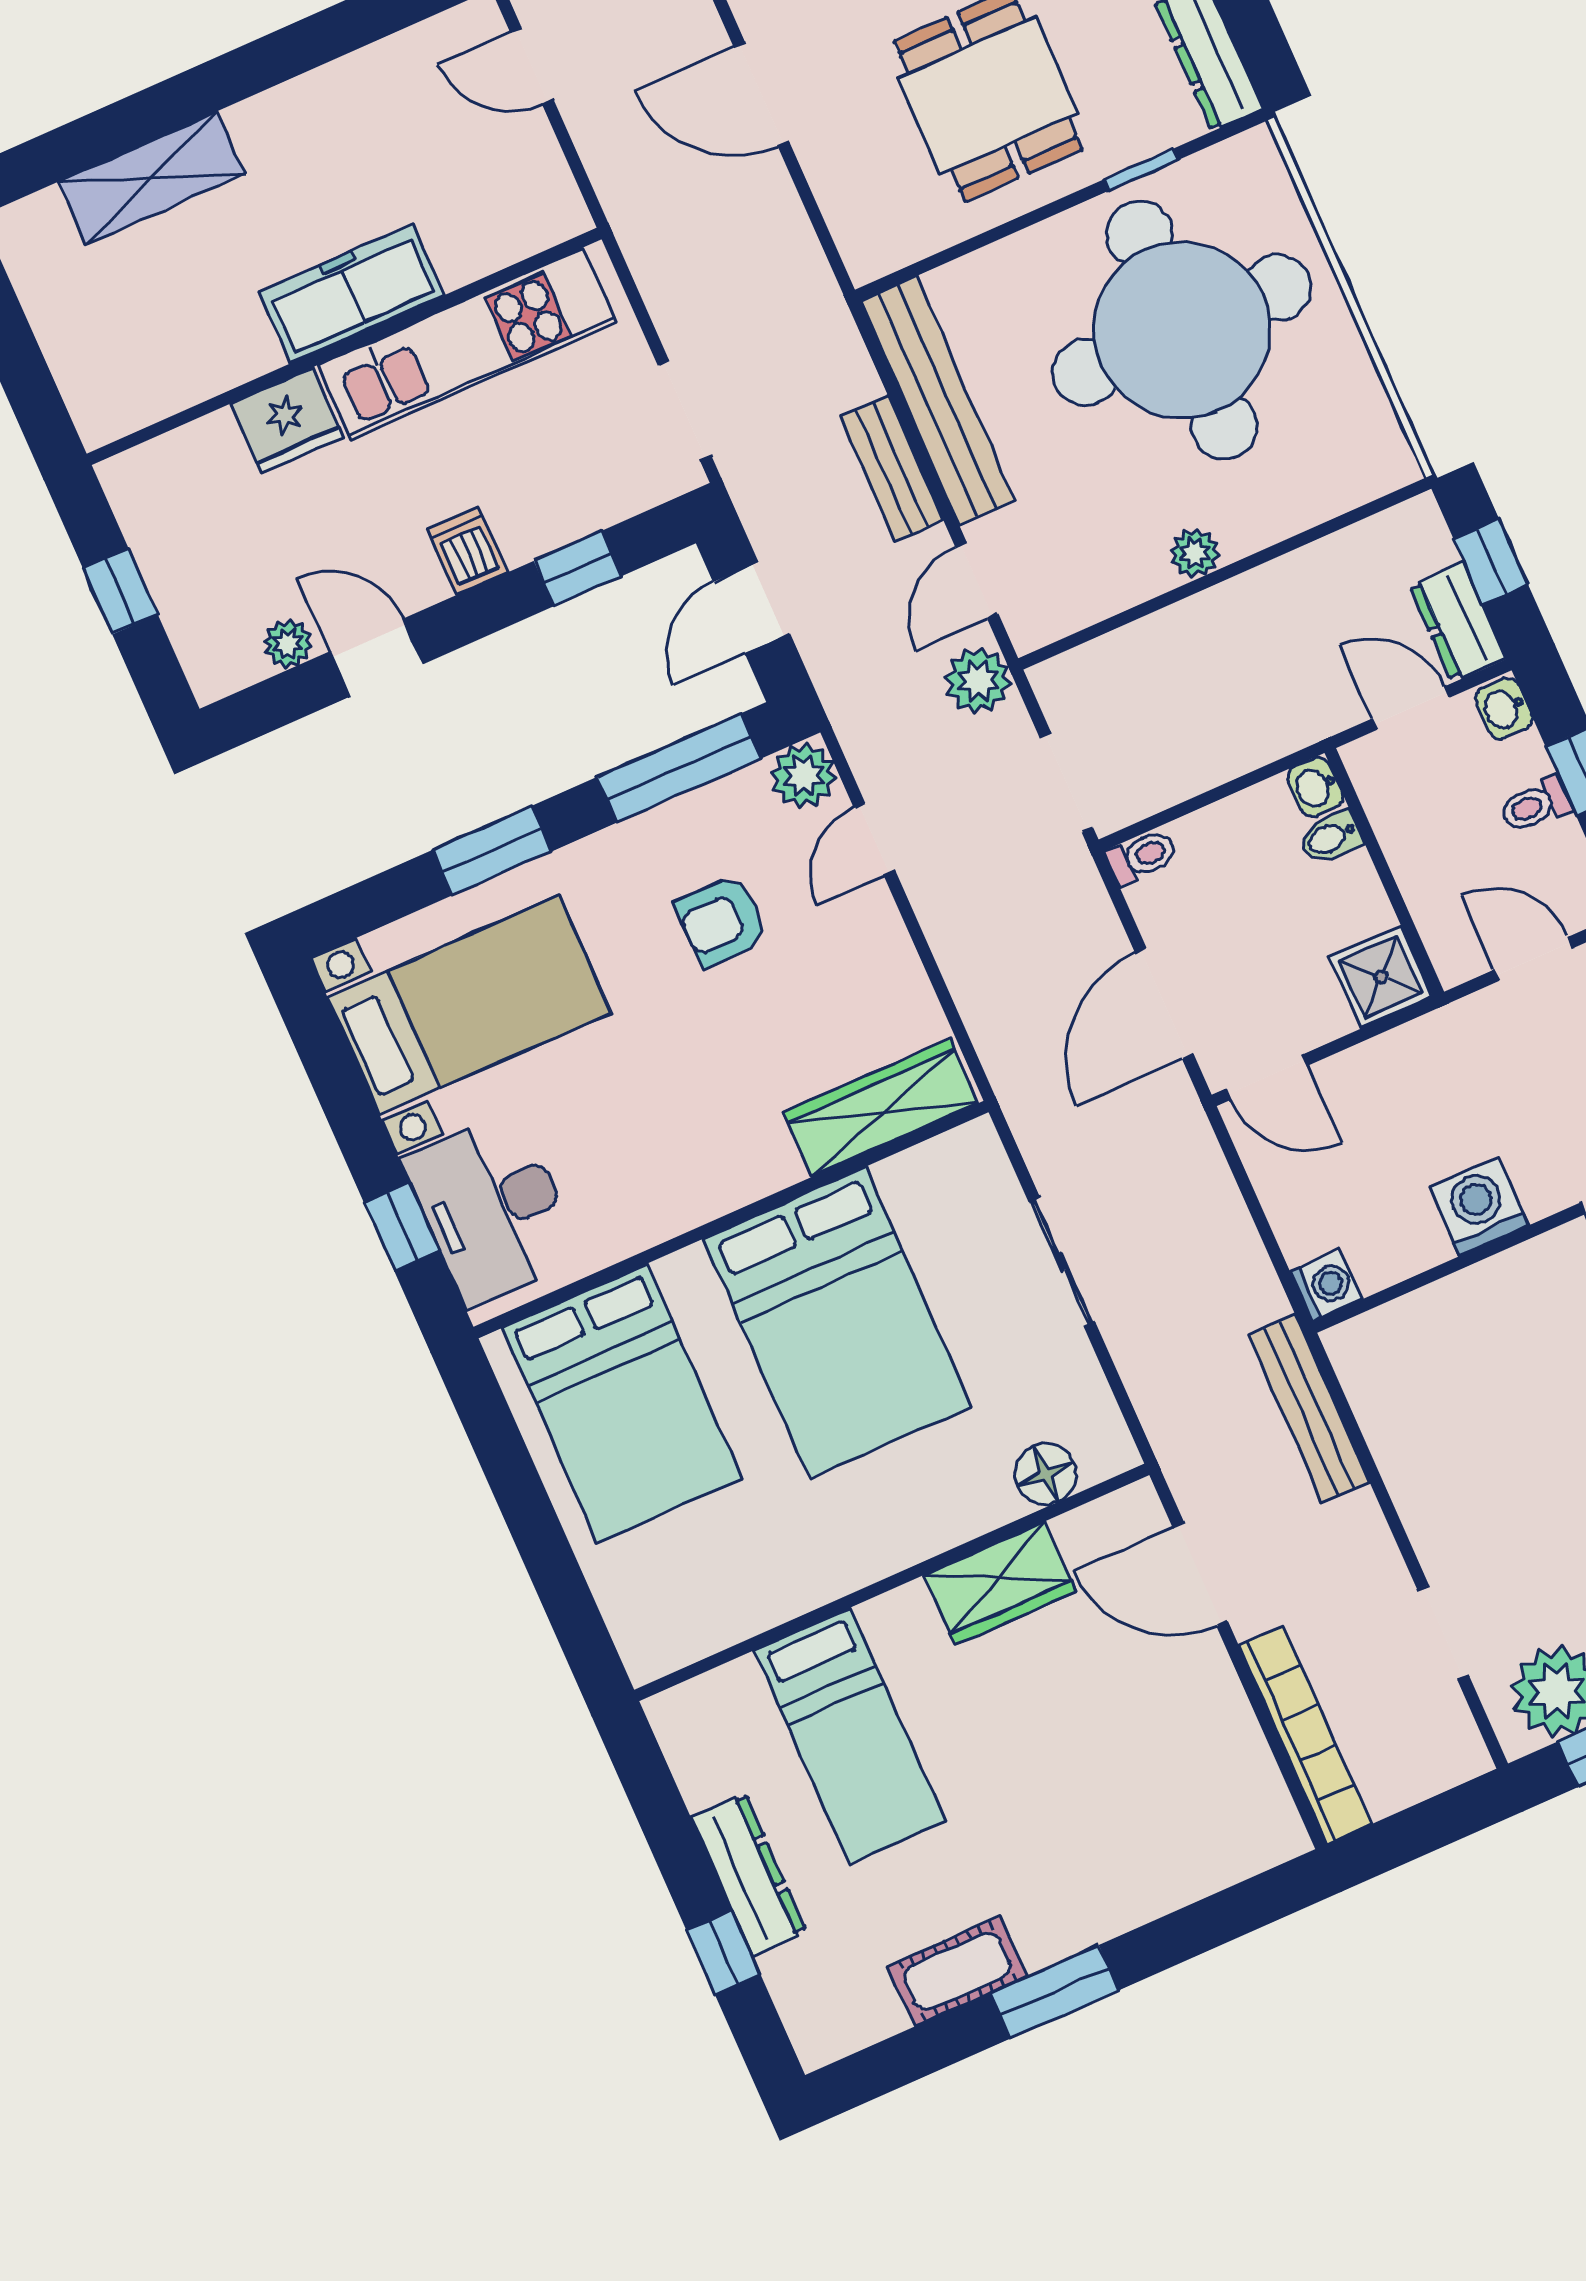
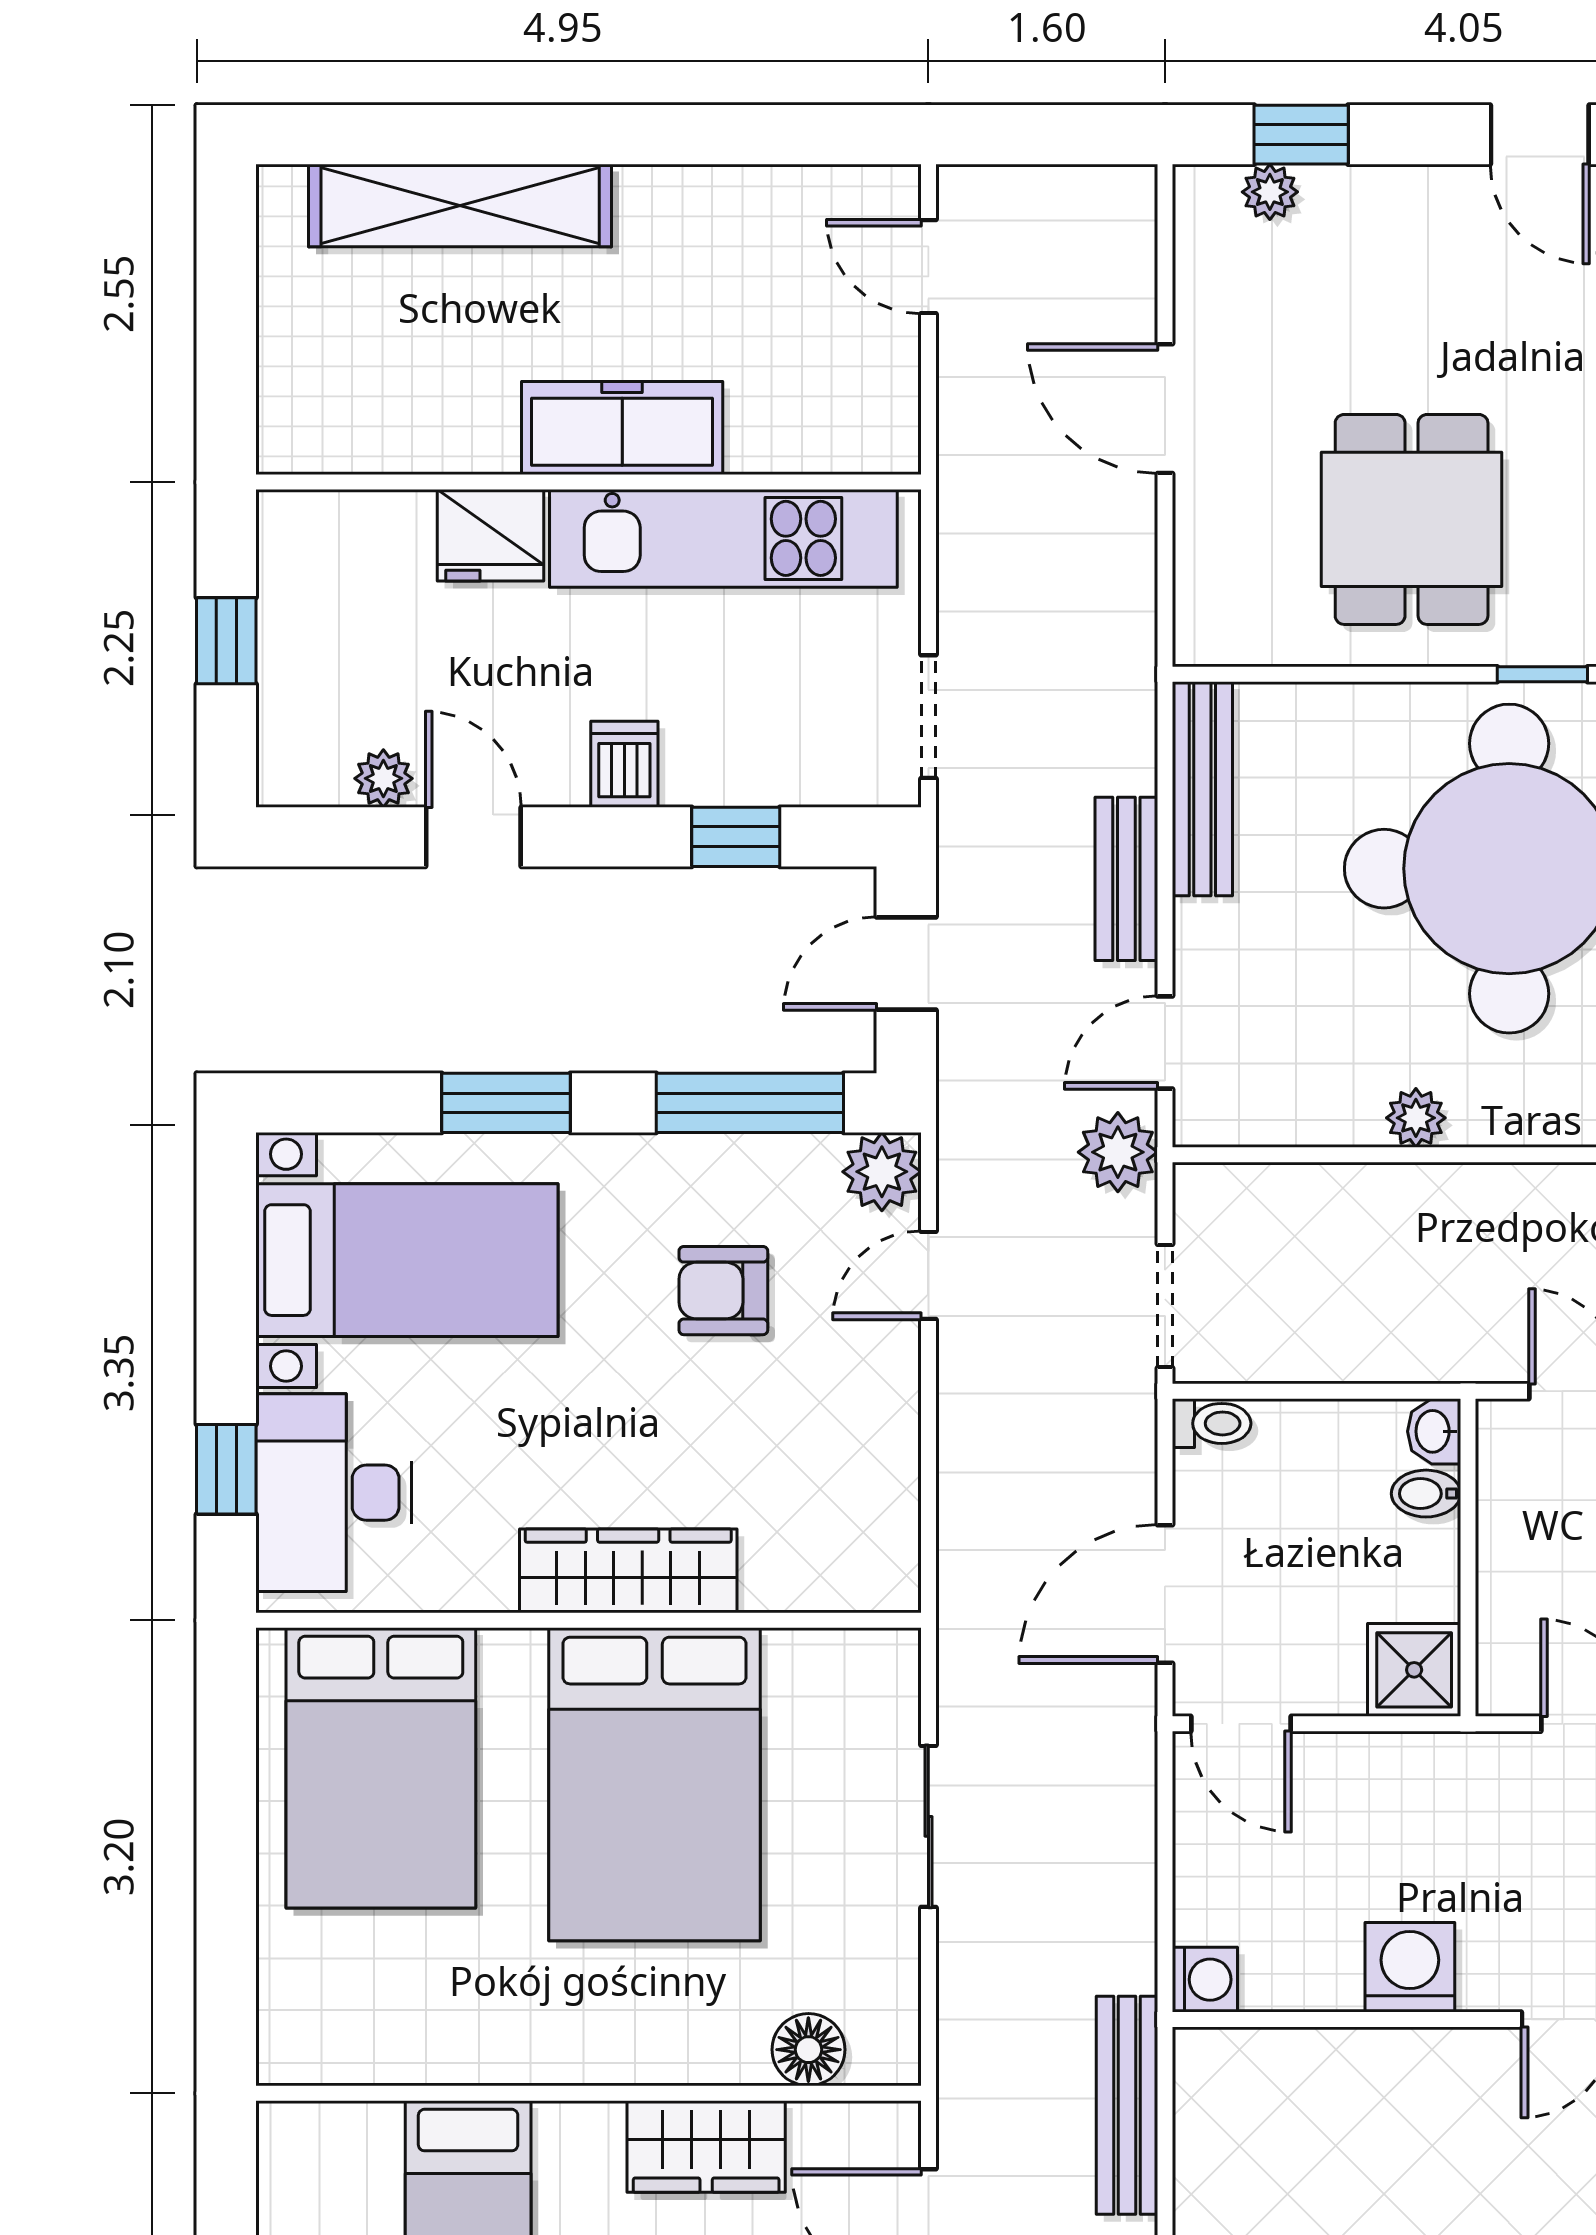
shelving: (152, 178) -> (460, 205), width x1.47
bench: (938, 401) -> (1202, 789), width x0.73, depth x0.82
wardrobe: (881, 1108) -> (628, 1571), moved

